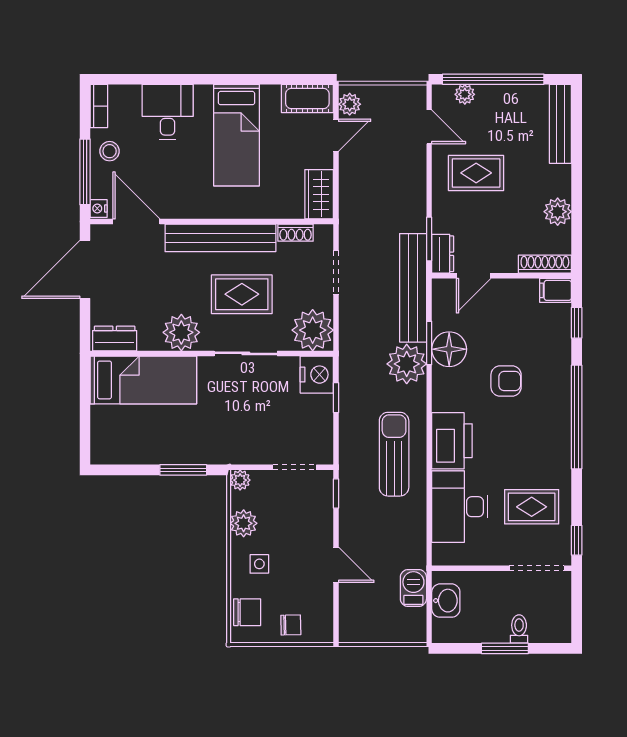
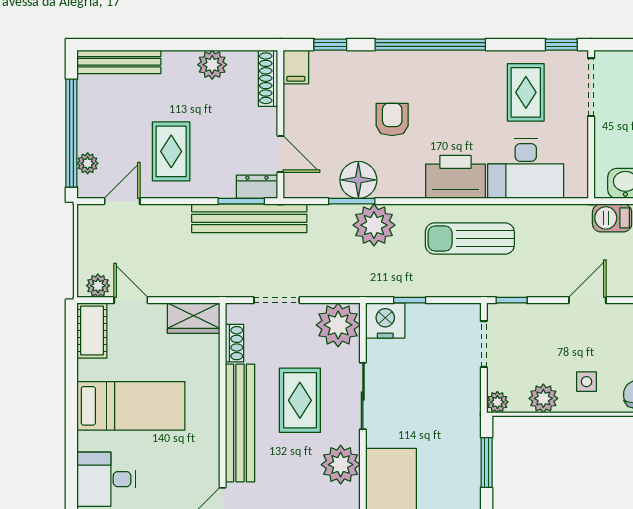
bench: (413, 288) -> (249, 218), moved

